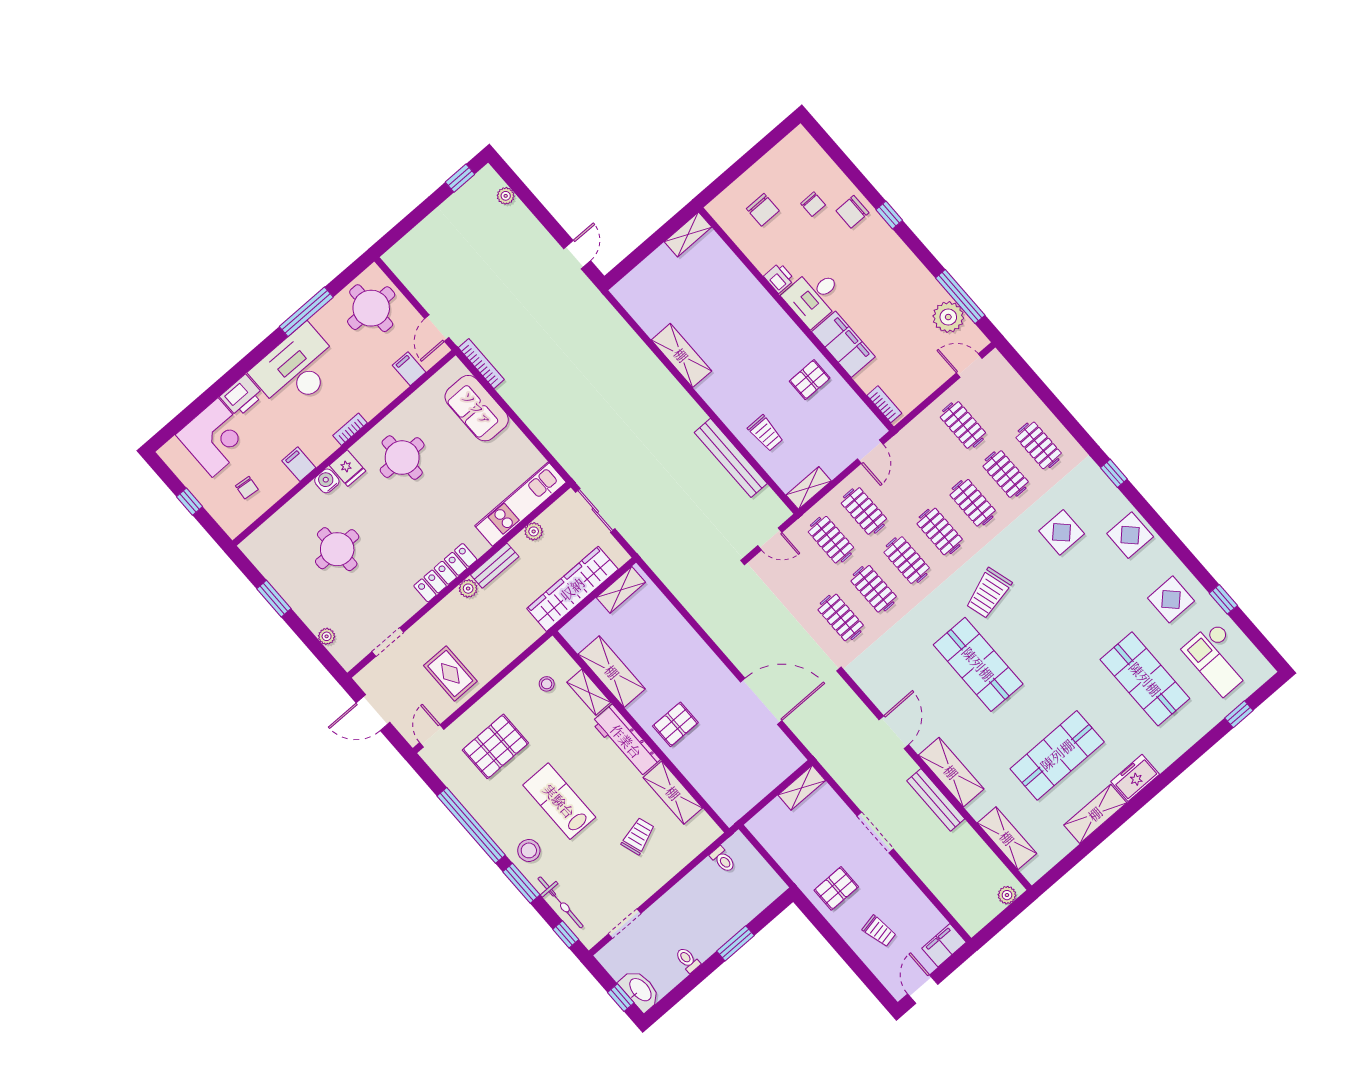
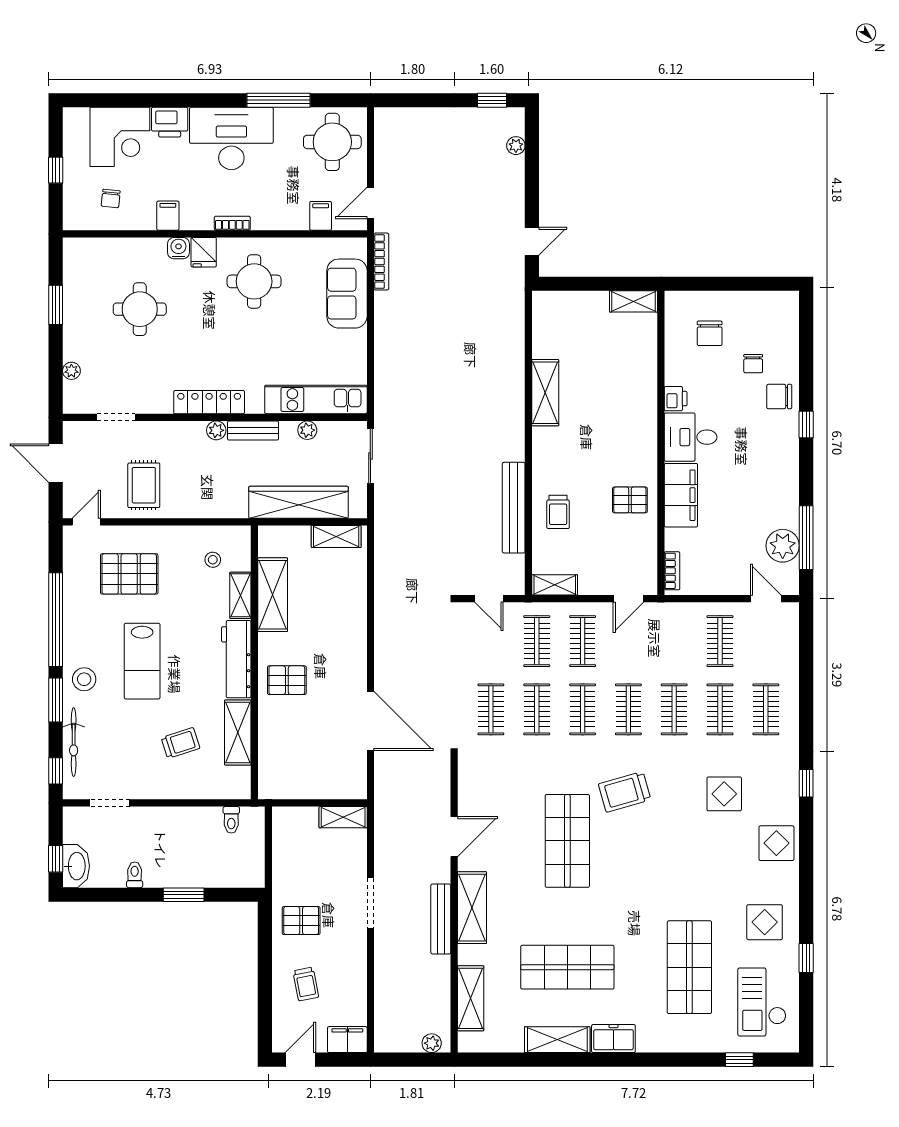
lab bench: (559, 801) -> (142, 661), turned 180

